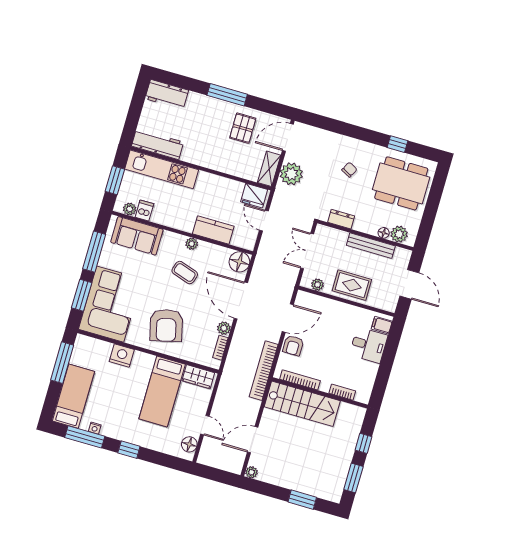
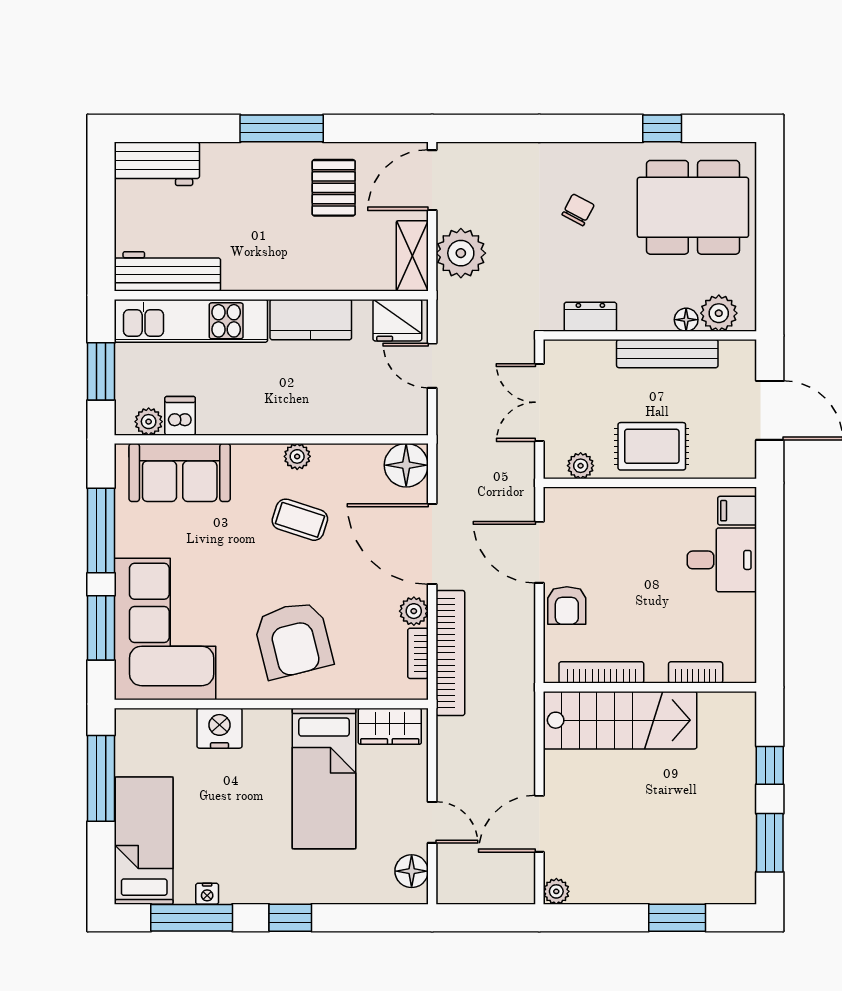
kitchen counter: (213, 230) -> (311, 320), moved, turned 180
door: (288, 318) -> (539, 552), swing flipped
bookcase: (264, 371) -> (450, 653), moved, turned 180

